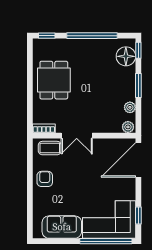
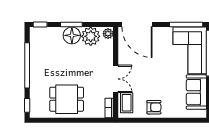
floor lamp: (126, 56) -> (72, 35), moved
plant: (130, 107) -> (91, 36), width x1.87, depth x1.87
armchair: (45, 179) -> (154, 107), turned 180
window: (138, 215) -> (186, 24), width x2.17

